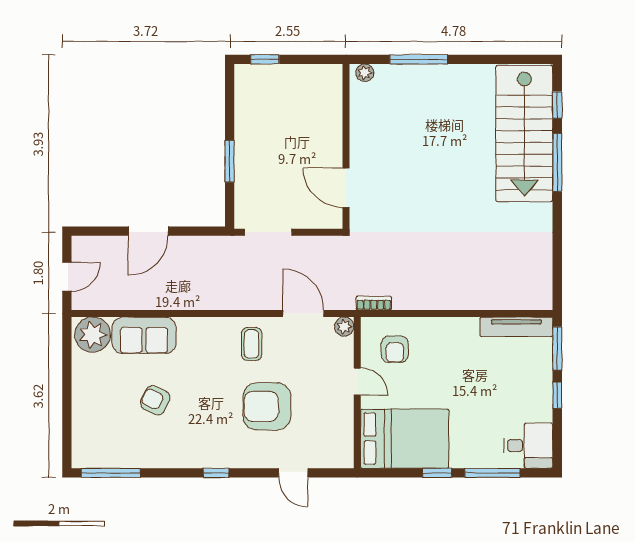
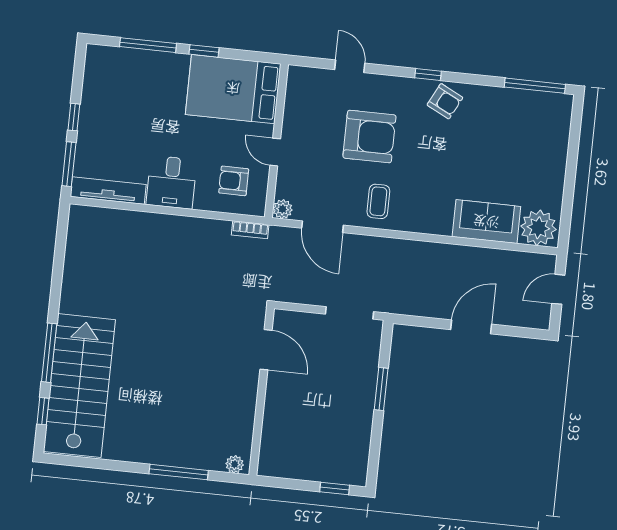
armchair: (395, 349) -> (234, 181), turned -90
armchair: (155, 400) -> (445, 101), moved
desk: (528, 446) -> (172, 182), moved, turned -90

